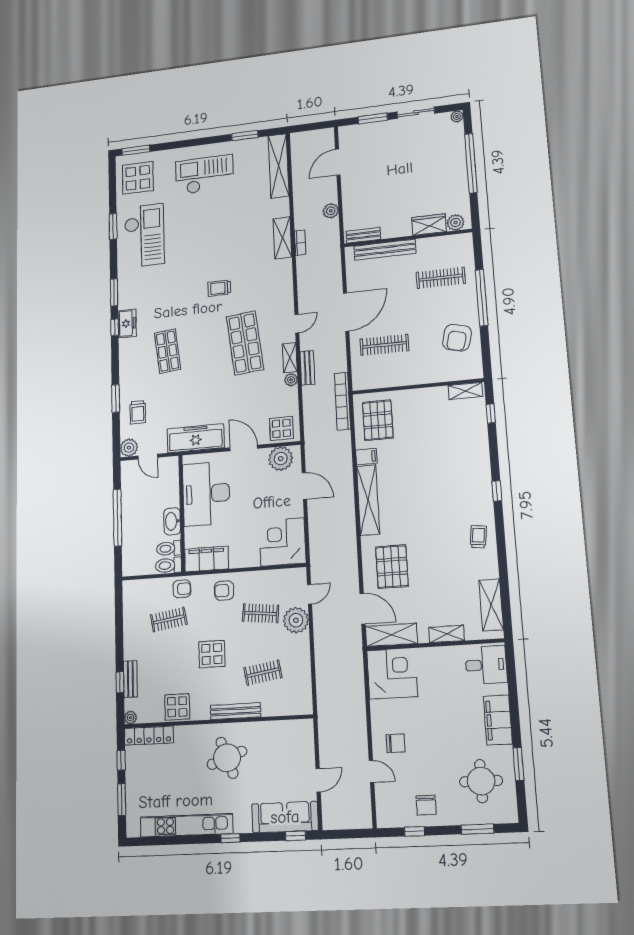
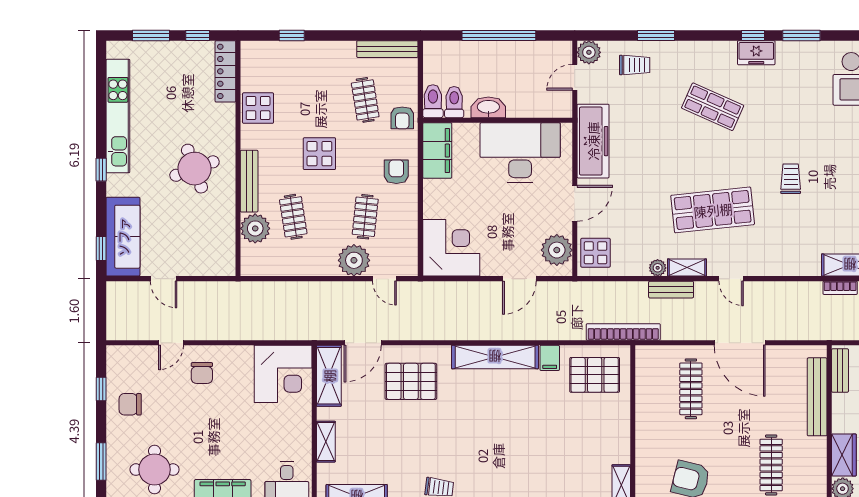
shop shelf: (168, 351) -> (713, 107), turned 30
trolley: (138, 412) -> (635, 65), turned 180
bench: (130, 679) -> (387, 49), moved, width x1.36
plant: (130, 718) -> (255, 228), moved, width x1.88, depth x1.88

